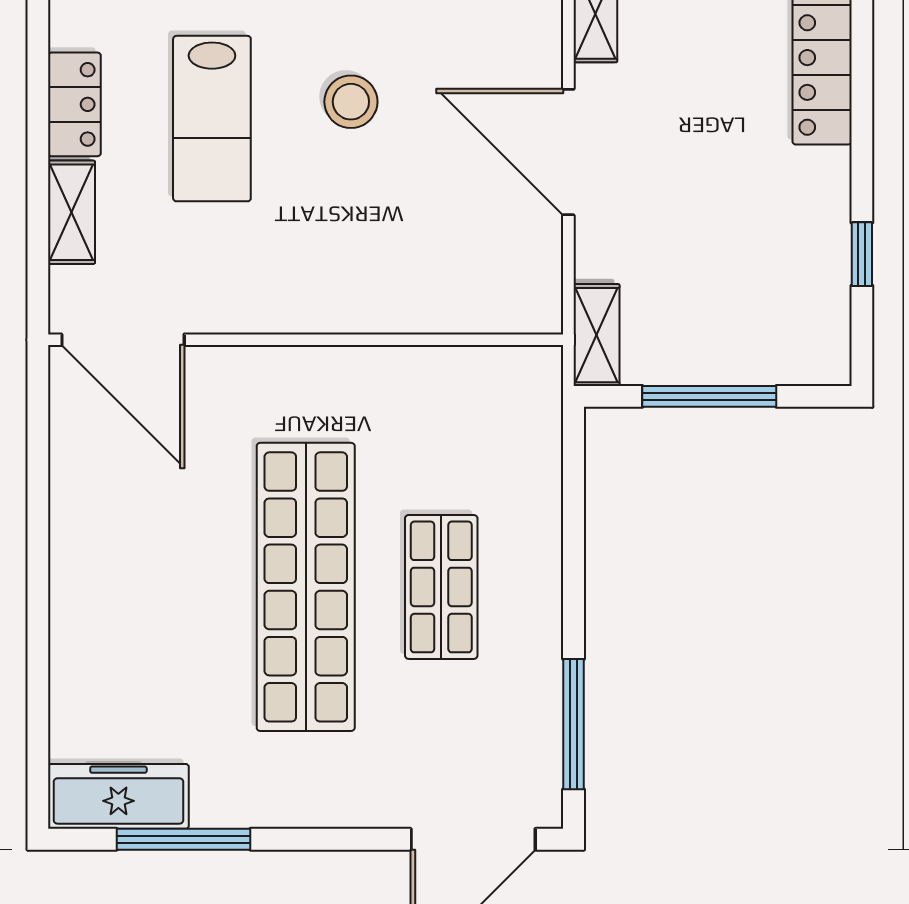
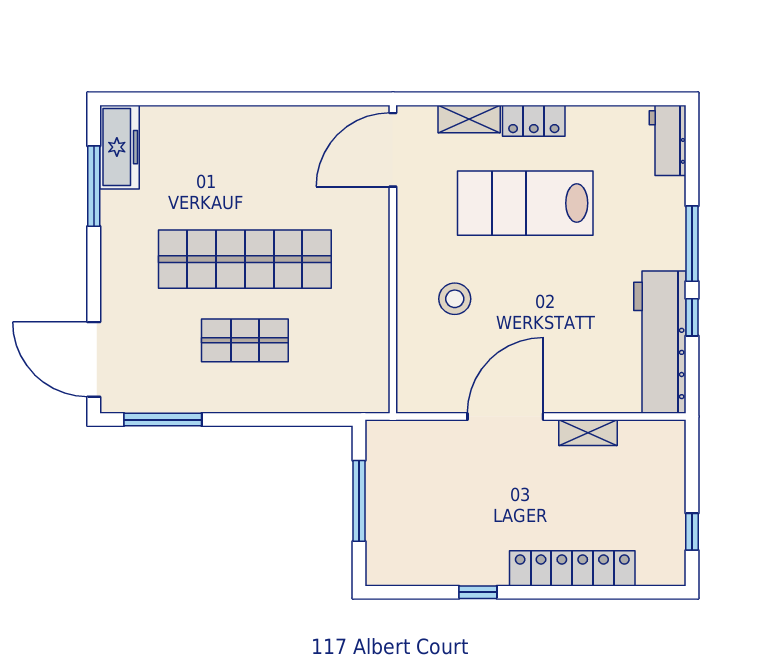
stool: (351, 102) -> (455, 299), moved
lab bench: (212, 119) -> (525, 203), width x1.36, depth x1.39
window: (862, 254) -> (478, 592), moved
shelving: (597, 335) -> (396, 433), removed

